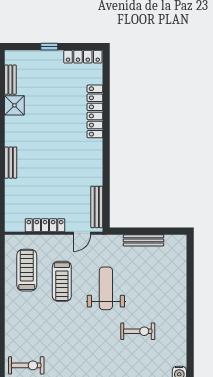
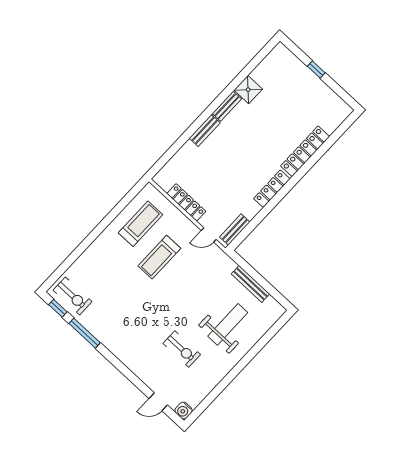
locker: (83, 57) -> (272, 189), moved, turned 90
bench: (10, 80) -> (227, 106), moved
bench: (97, 207) -> (235, 230), width x0.73
weight bench: (106, 288) -> (228, 324), moved

